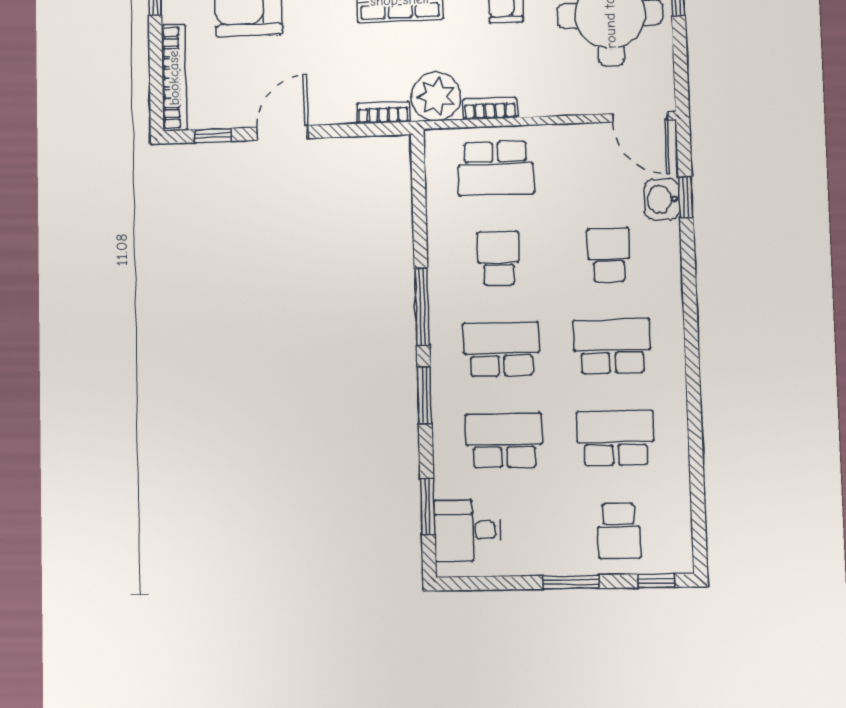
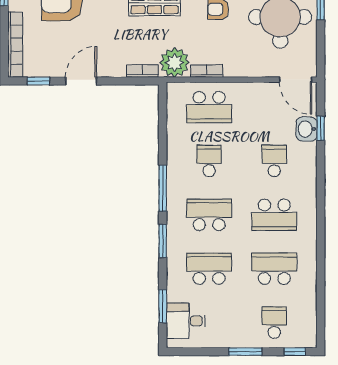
school desk: (612, 346) -> (274, 215), turned 180
school desk: (619, 531) -> (274, 323), turned 180

